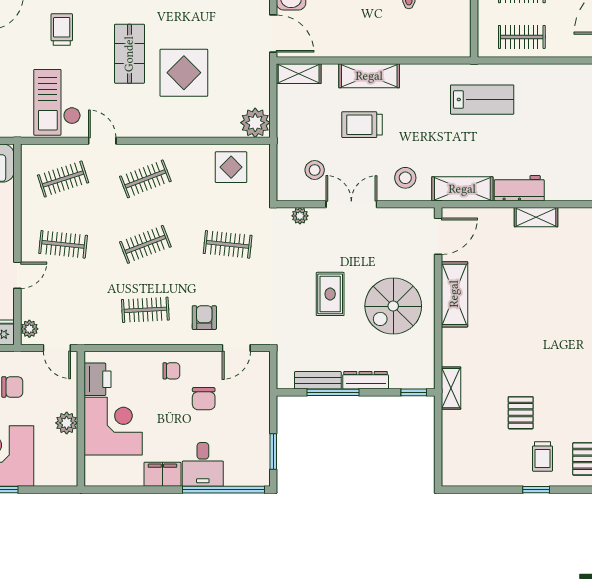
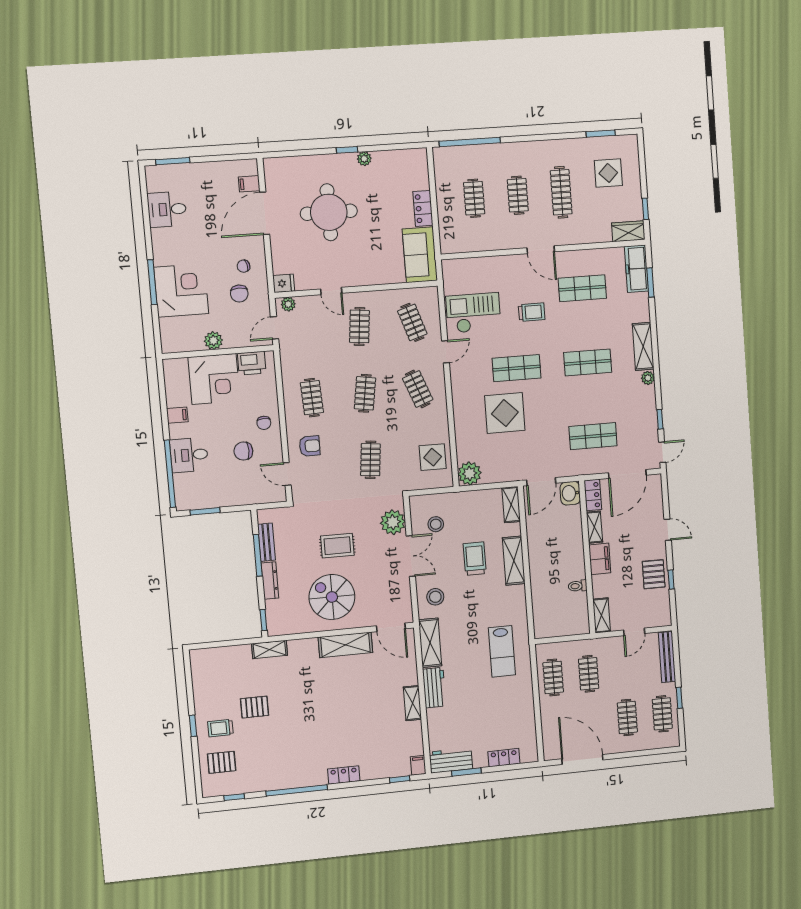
plant: (300, 216) -> (393, 522), width x1.88, depth x1.88
clothes rail: (145, 244) -> (365, 393), turned 30
filing cabinet: (162, 474) -> (177, 415), width x0.50

